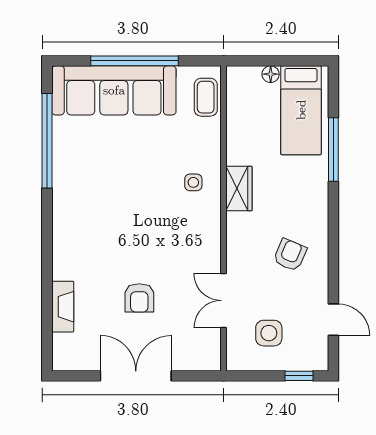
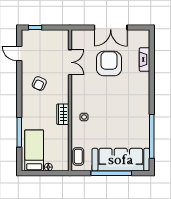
armchair: (139, 298) -> (109, 64), width x1.88, depth x1.88
side table: (269, 333) -> (49, 47), removed

